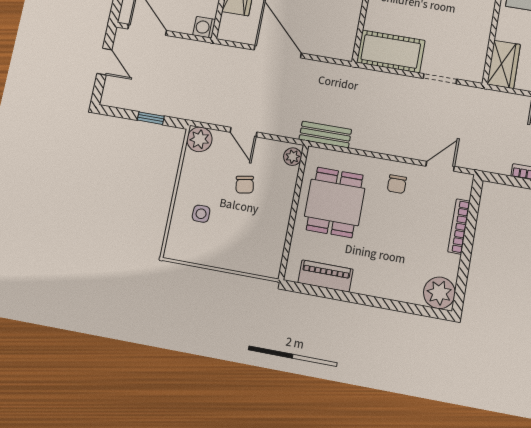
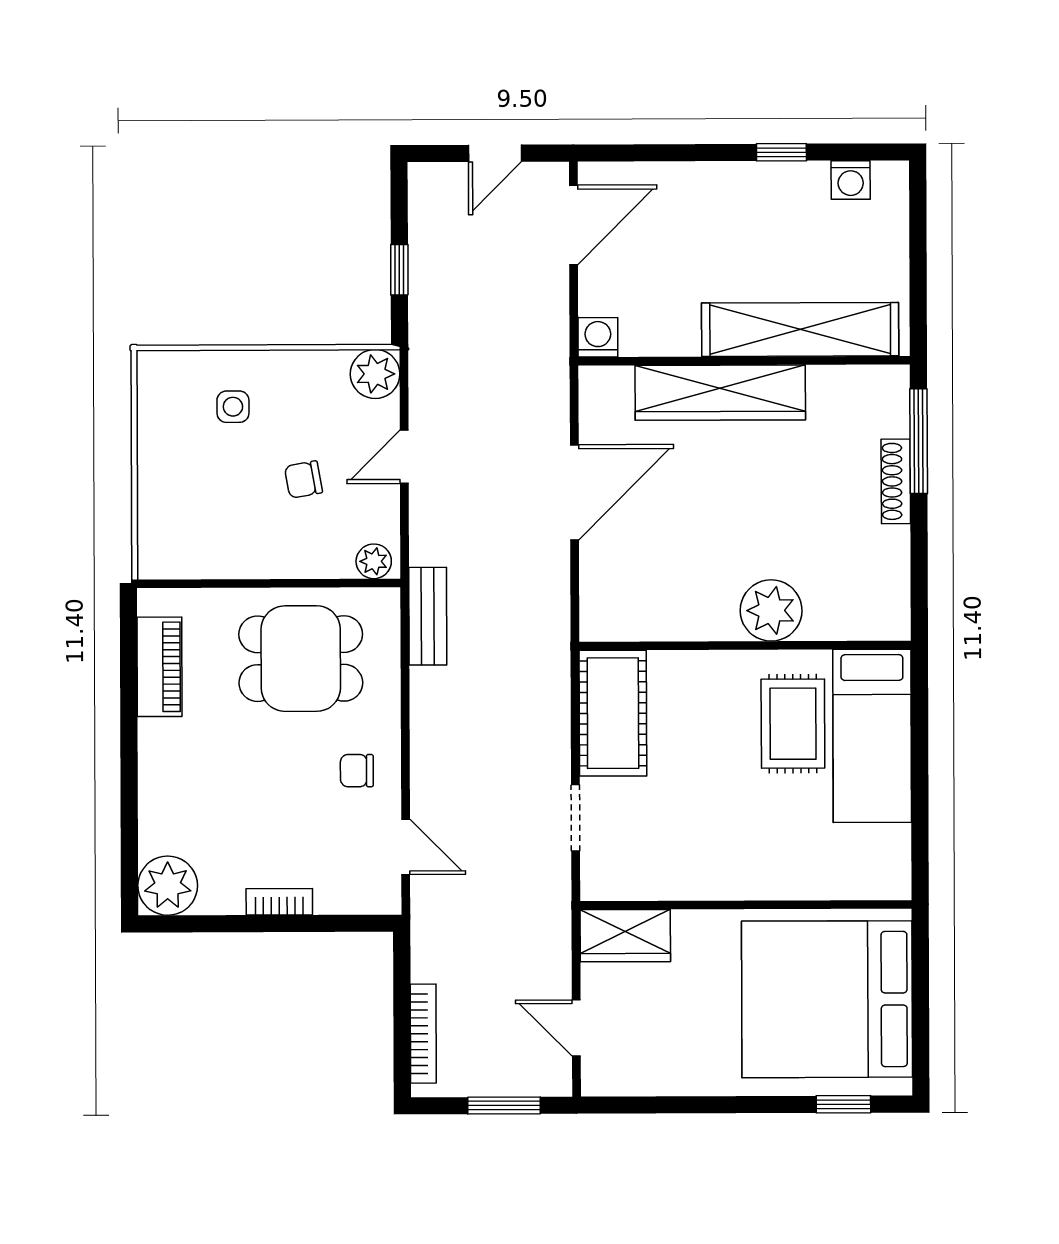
bookcase: (459, 226) -> (279, 902), width x0.64

